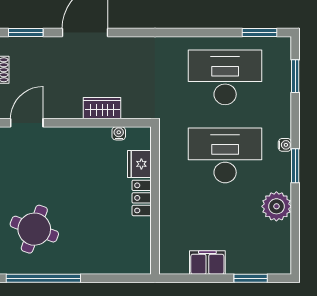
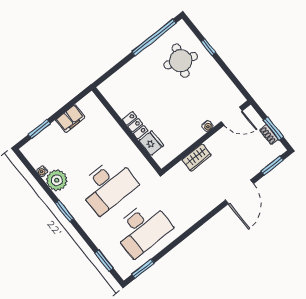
door: (27, 123) -> (232, 116), hinge flipped
water cooler: (119, 133) -> (207, 126), moved
water cooler: (285, 145) -> (42, 171), moved

